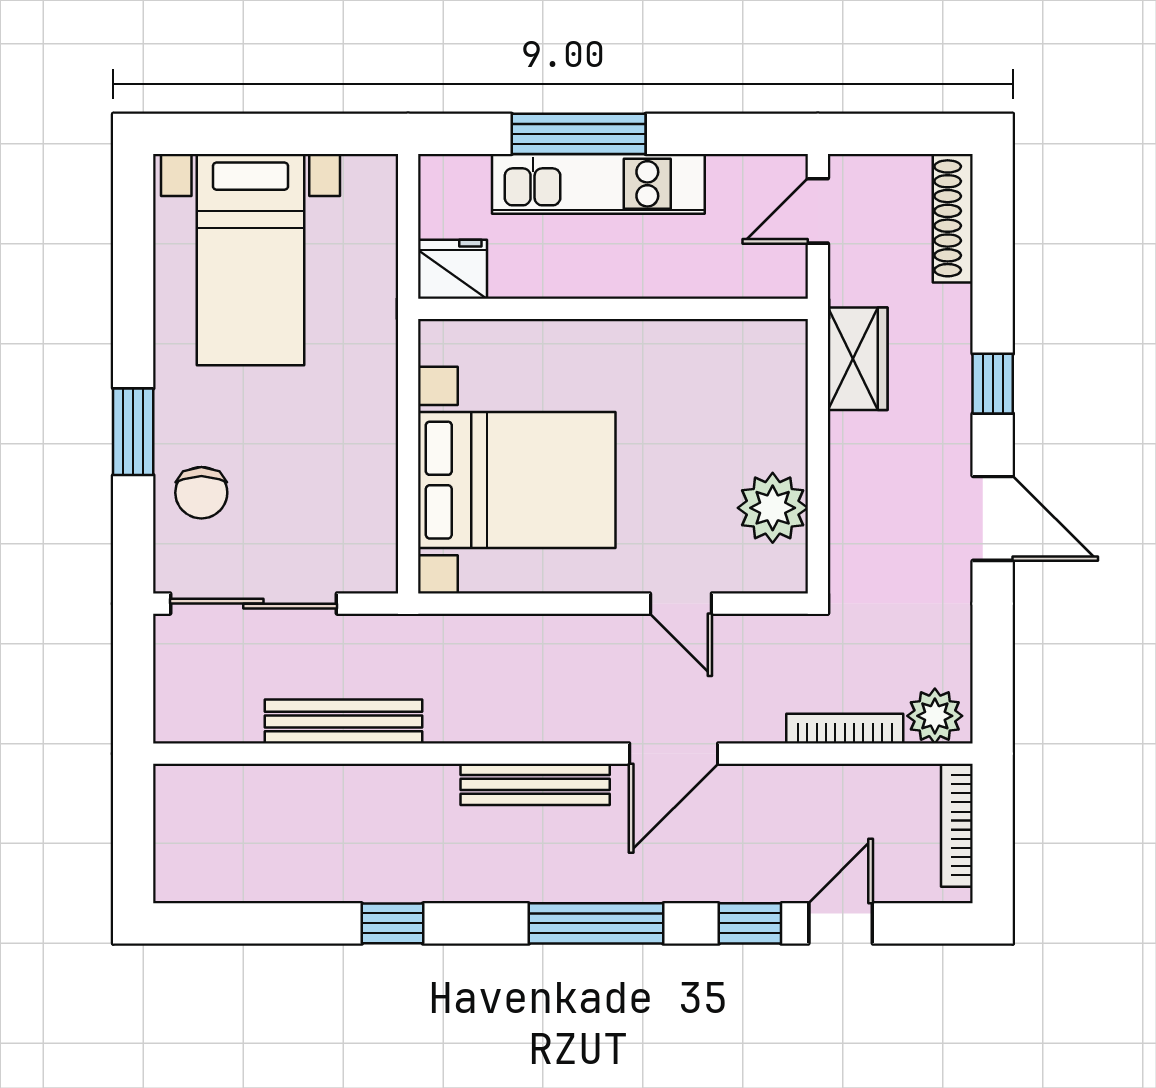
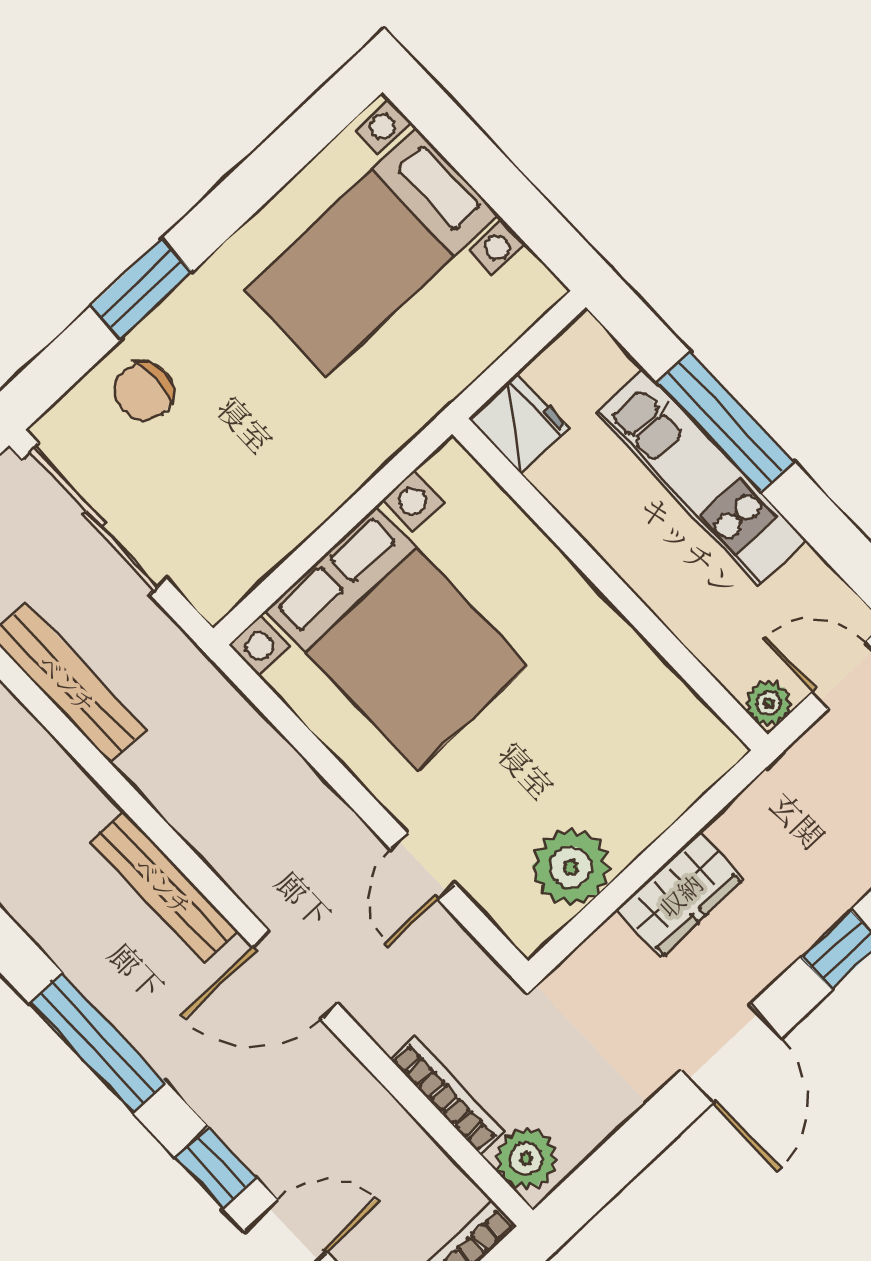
plant: (788, 279) -> (769, 703), added
wardrobe: (858, 359) -> (680, 895), moved

